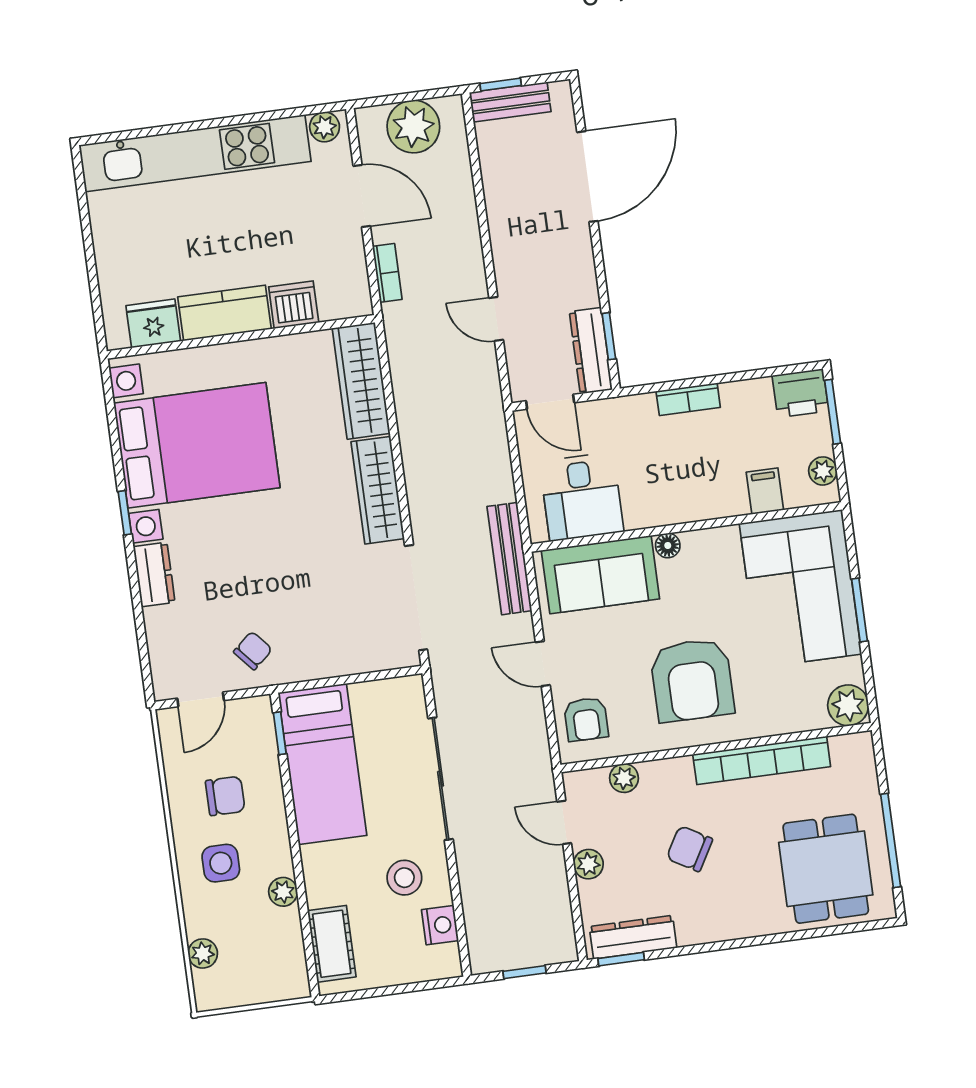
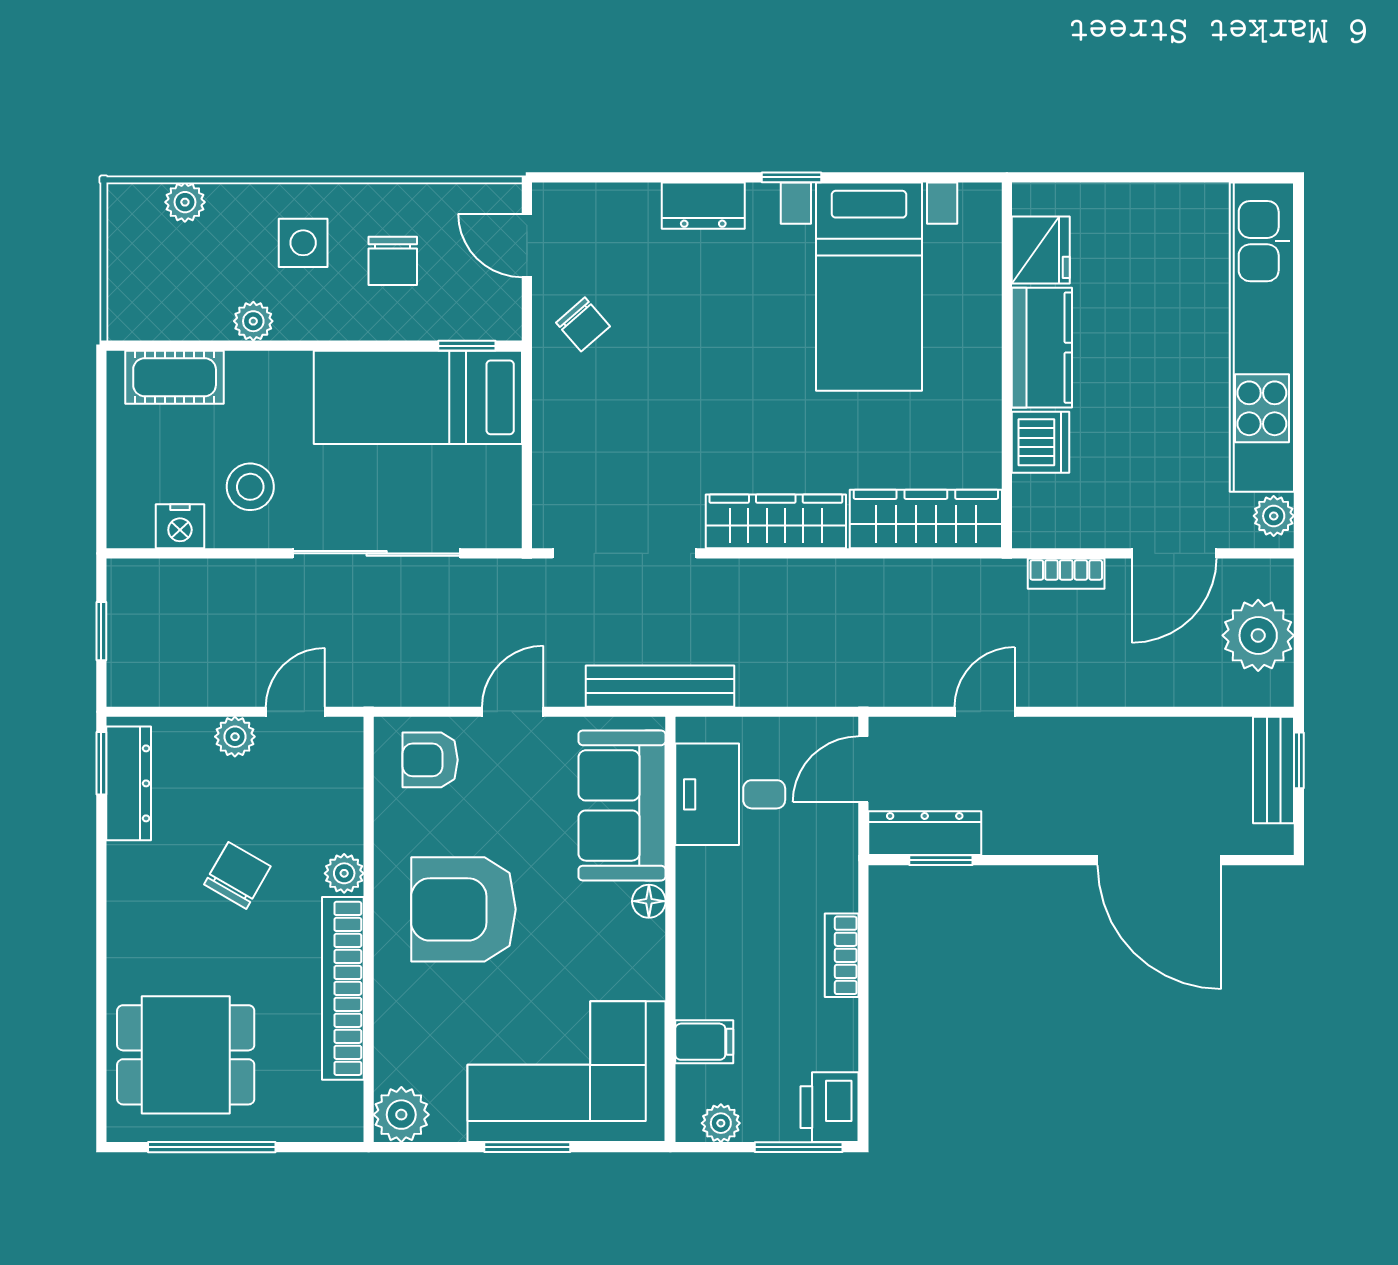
bed with nightstands: (197, 445) -> (869, 287), width x0.73
plant: (624, 778) -> (344, 873), moved

